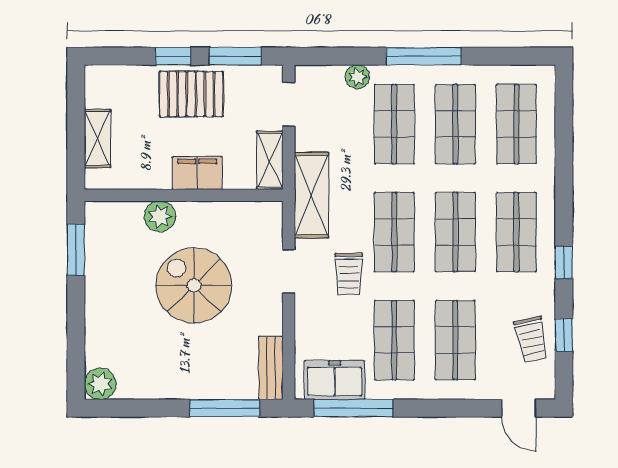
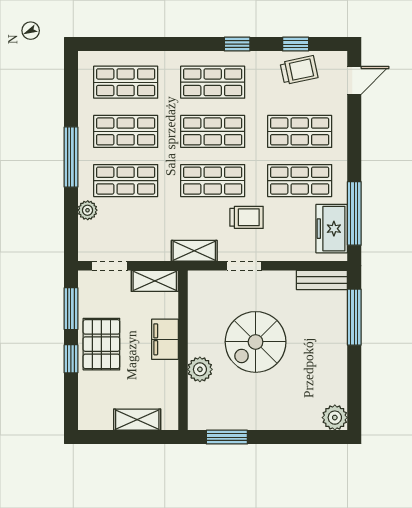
shelving: (311, 195) -> (194, 251), width x0.67, depth x0.75

